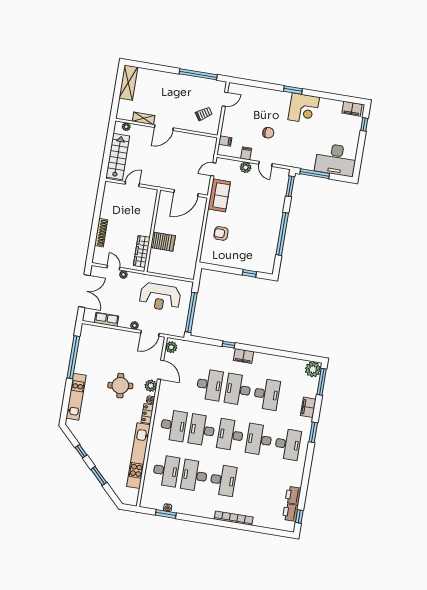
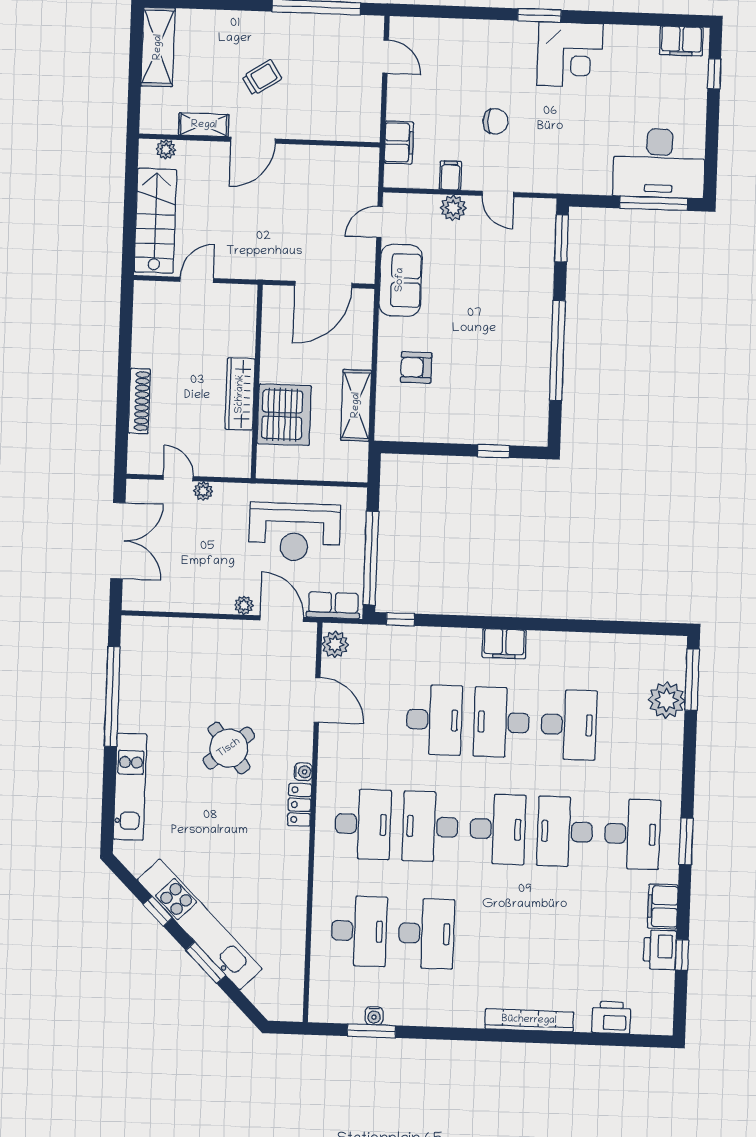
door: (225, 99) -> (385, 57), hinge flipped
trolley: (204, 114) -> (262, 78), moved
filing cabinet: (225, 141) -> (399, 142), width x2.00
window: (315, 174) -> (654, 203), moved
server rack: (163, 242) -> (284, 415), width x1.60
shelving: (193, 246) -> (356, 405), added
wardrobe: (142, 251) -> (240, 394), moved
row of seats: (107, 319) -> (333, 605), moved
door: (150, 333) -> (282, 619), swing flipped
window: (229, 345) -> (400, 619), moved
plant: (313, 369) -> (667, 700), moved
round table: (120, 386) -> (229, 748), turned -31
plant: (151, 386) -> (299, 739), removed
filing cabinet: (308, 407) -> (663, 906), moved
window: (313, 432) -> (686, 841), moved
desk: (231, 435) -> (498, 829), turned 180
kitchen unit: (139, 456) -> (200, 924), moved, turned 135
desk: (194, 475) -> (426, 933), turned 180
desk: (223, 480) -> (494, 936), removed
printer: (290, 512) -> (611, 1018), moved, turned 90
window: (299, 516) -> (682, 955), moved

